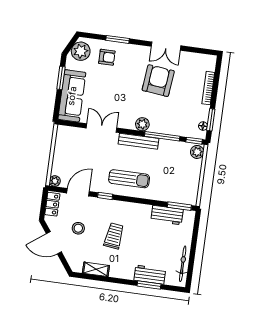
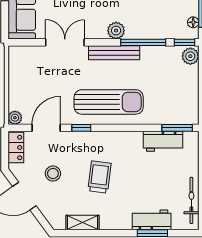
sun lounger: (129, 179) -> (109, 102), width x1.36, depth x1.34

